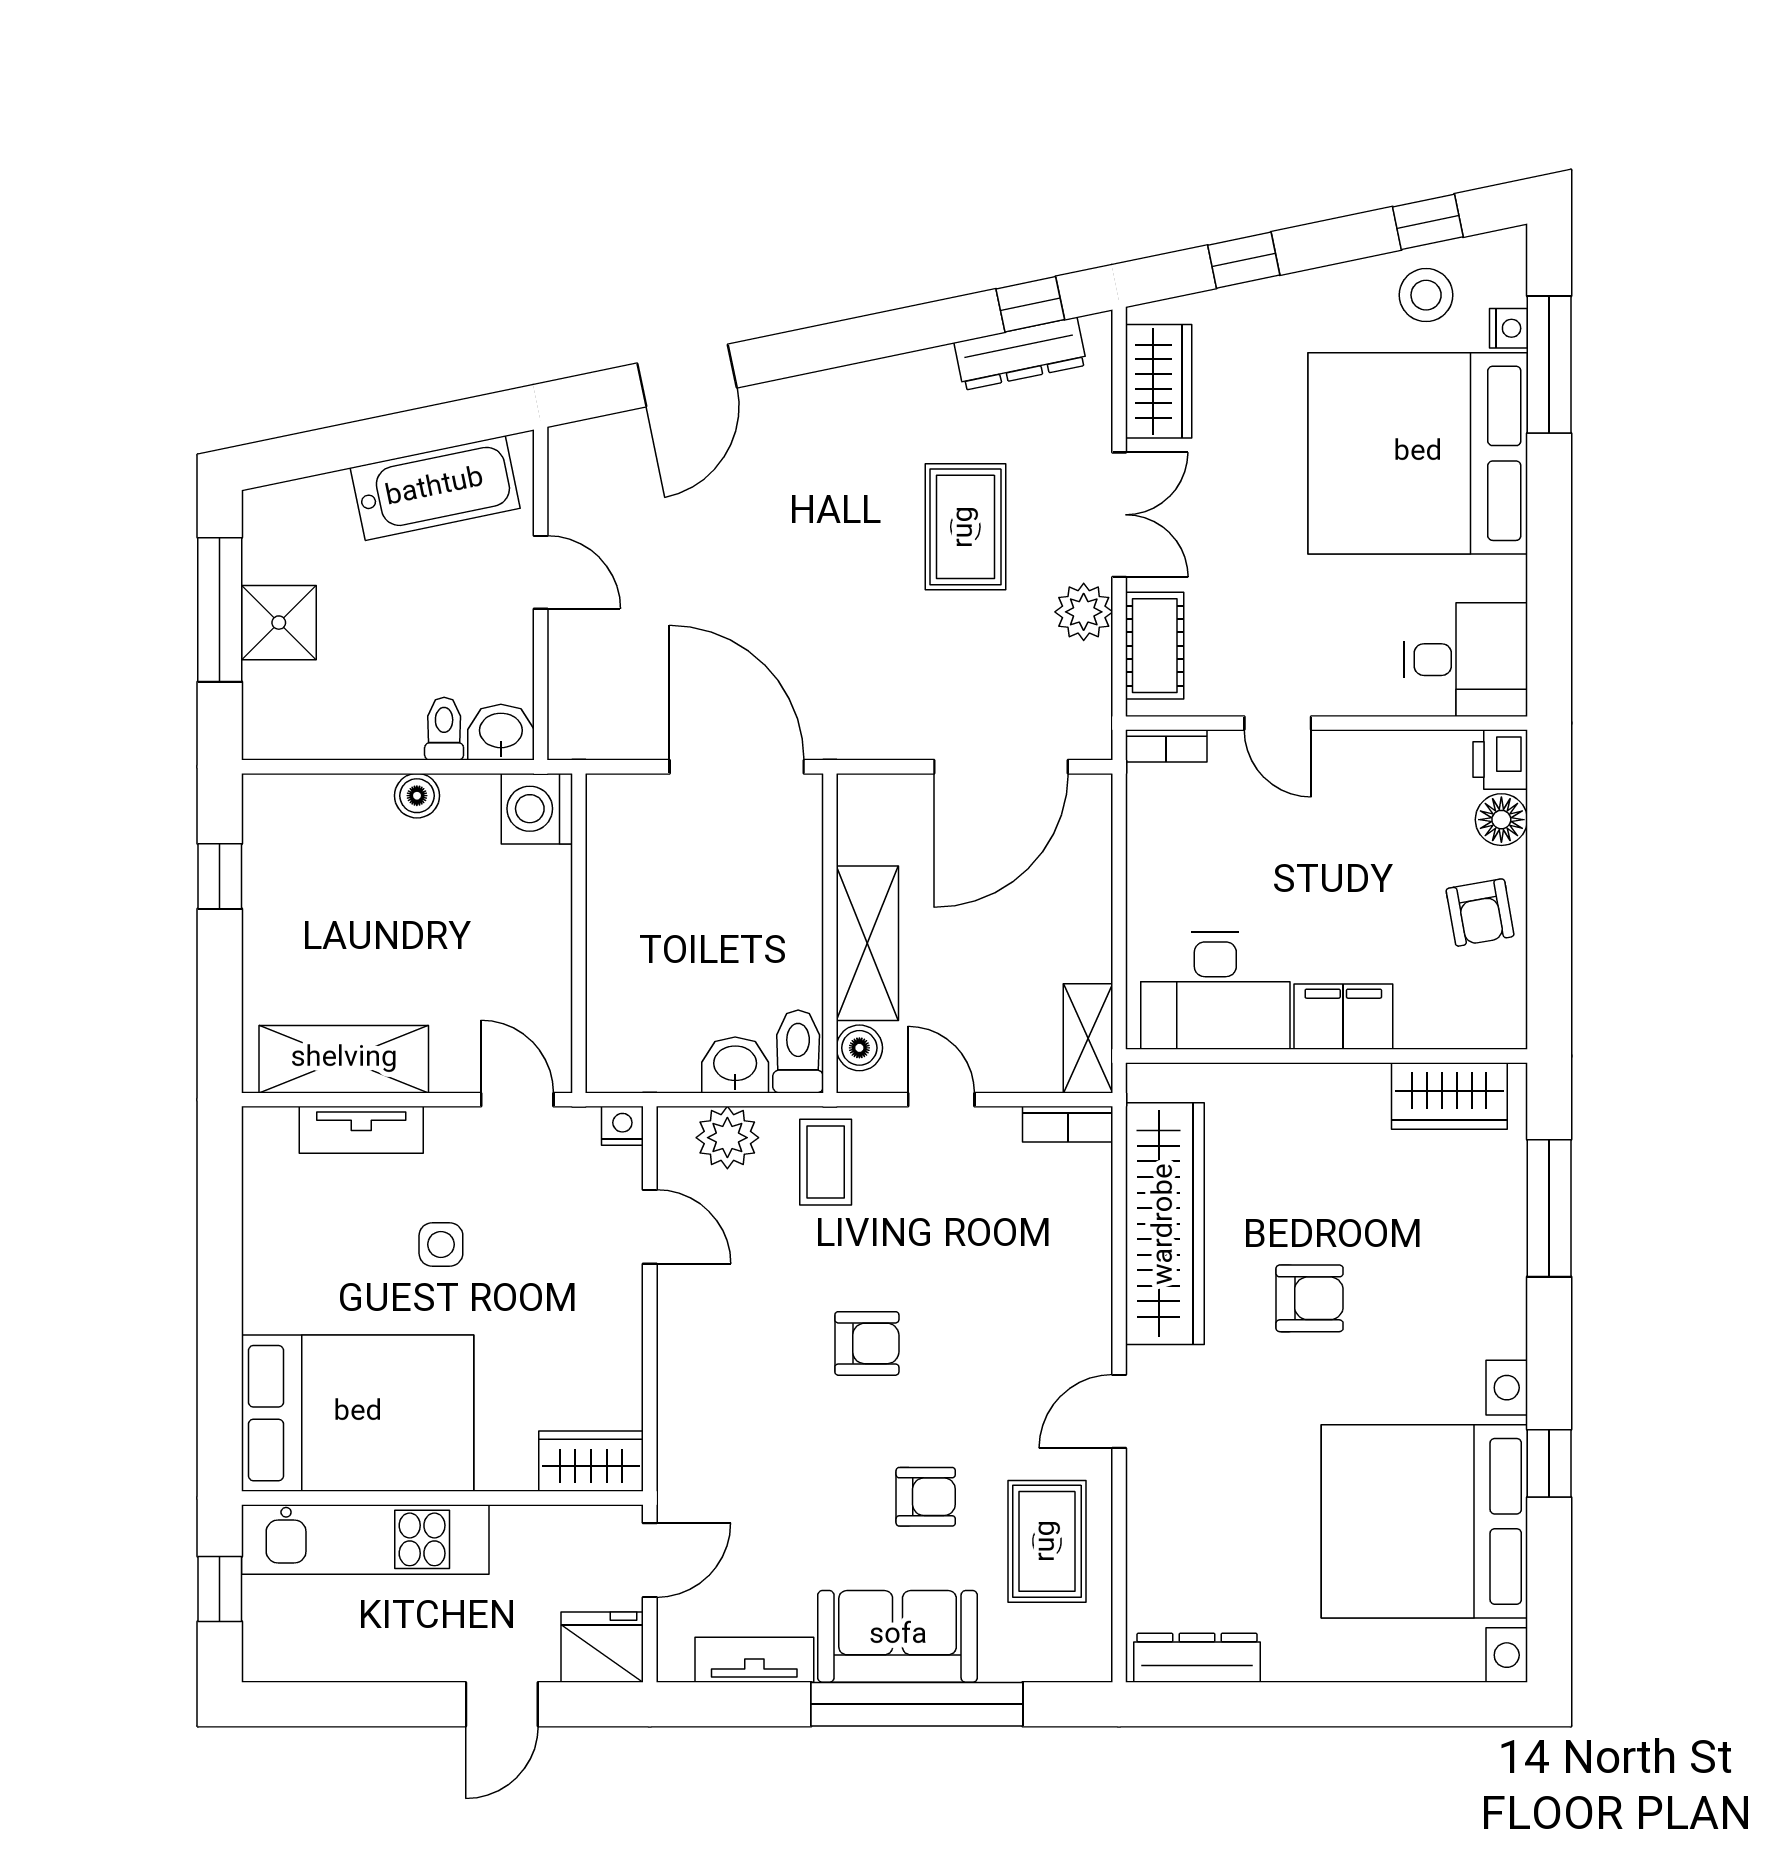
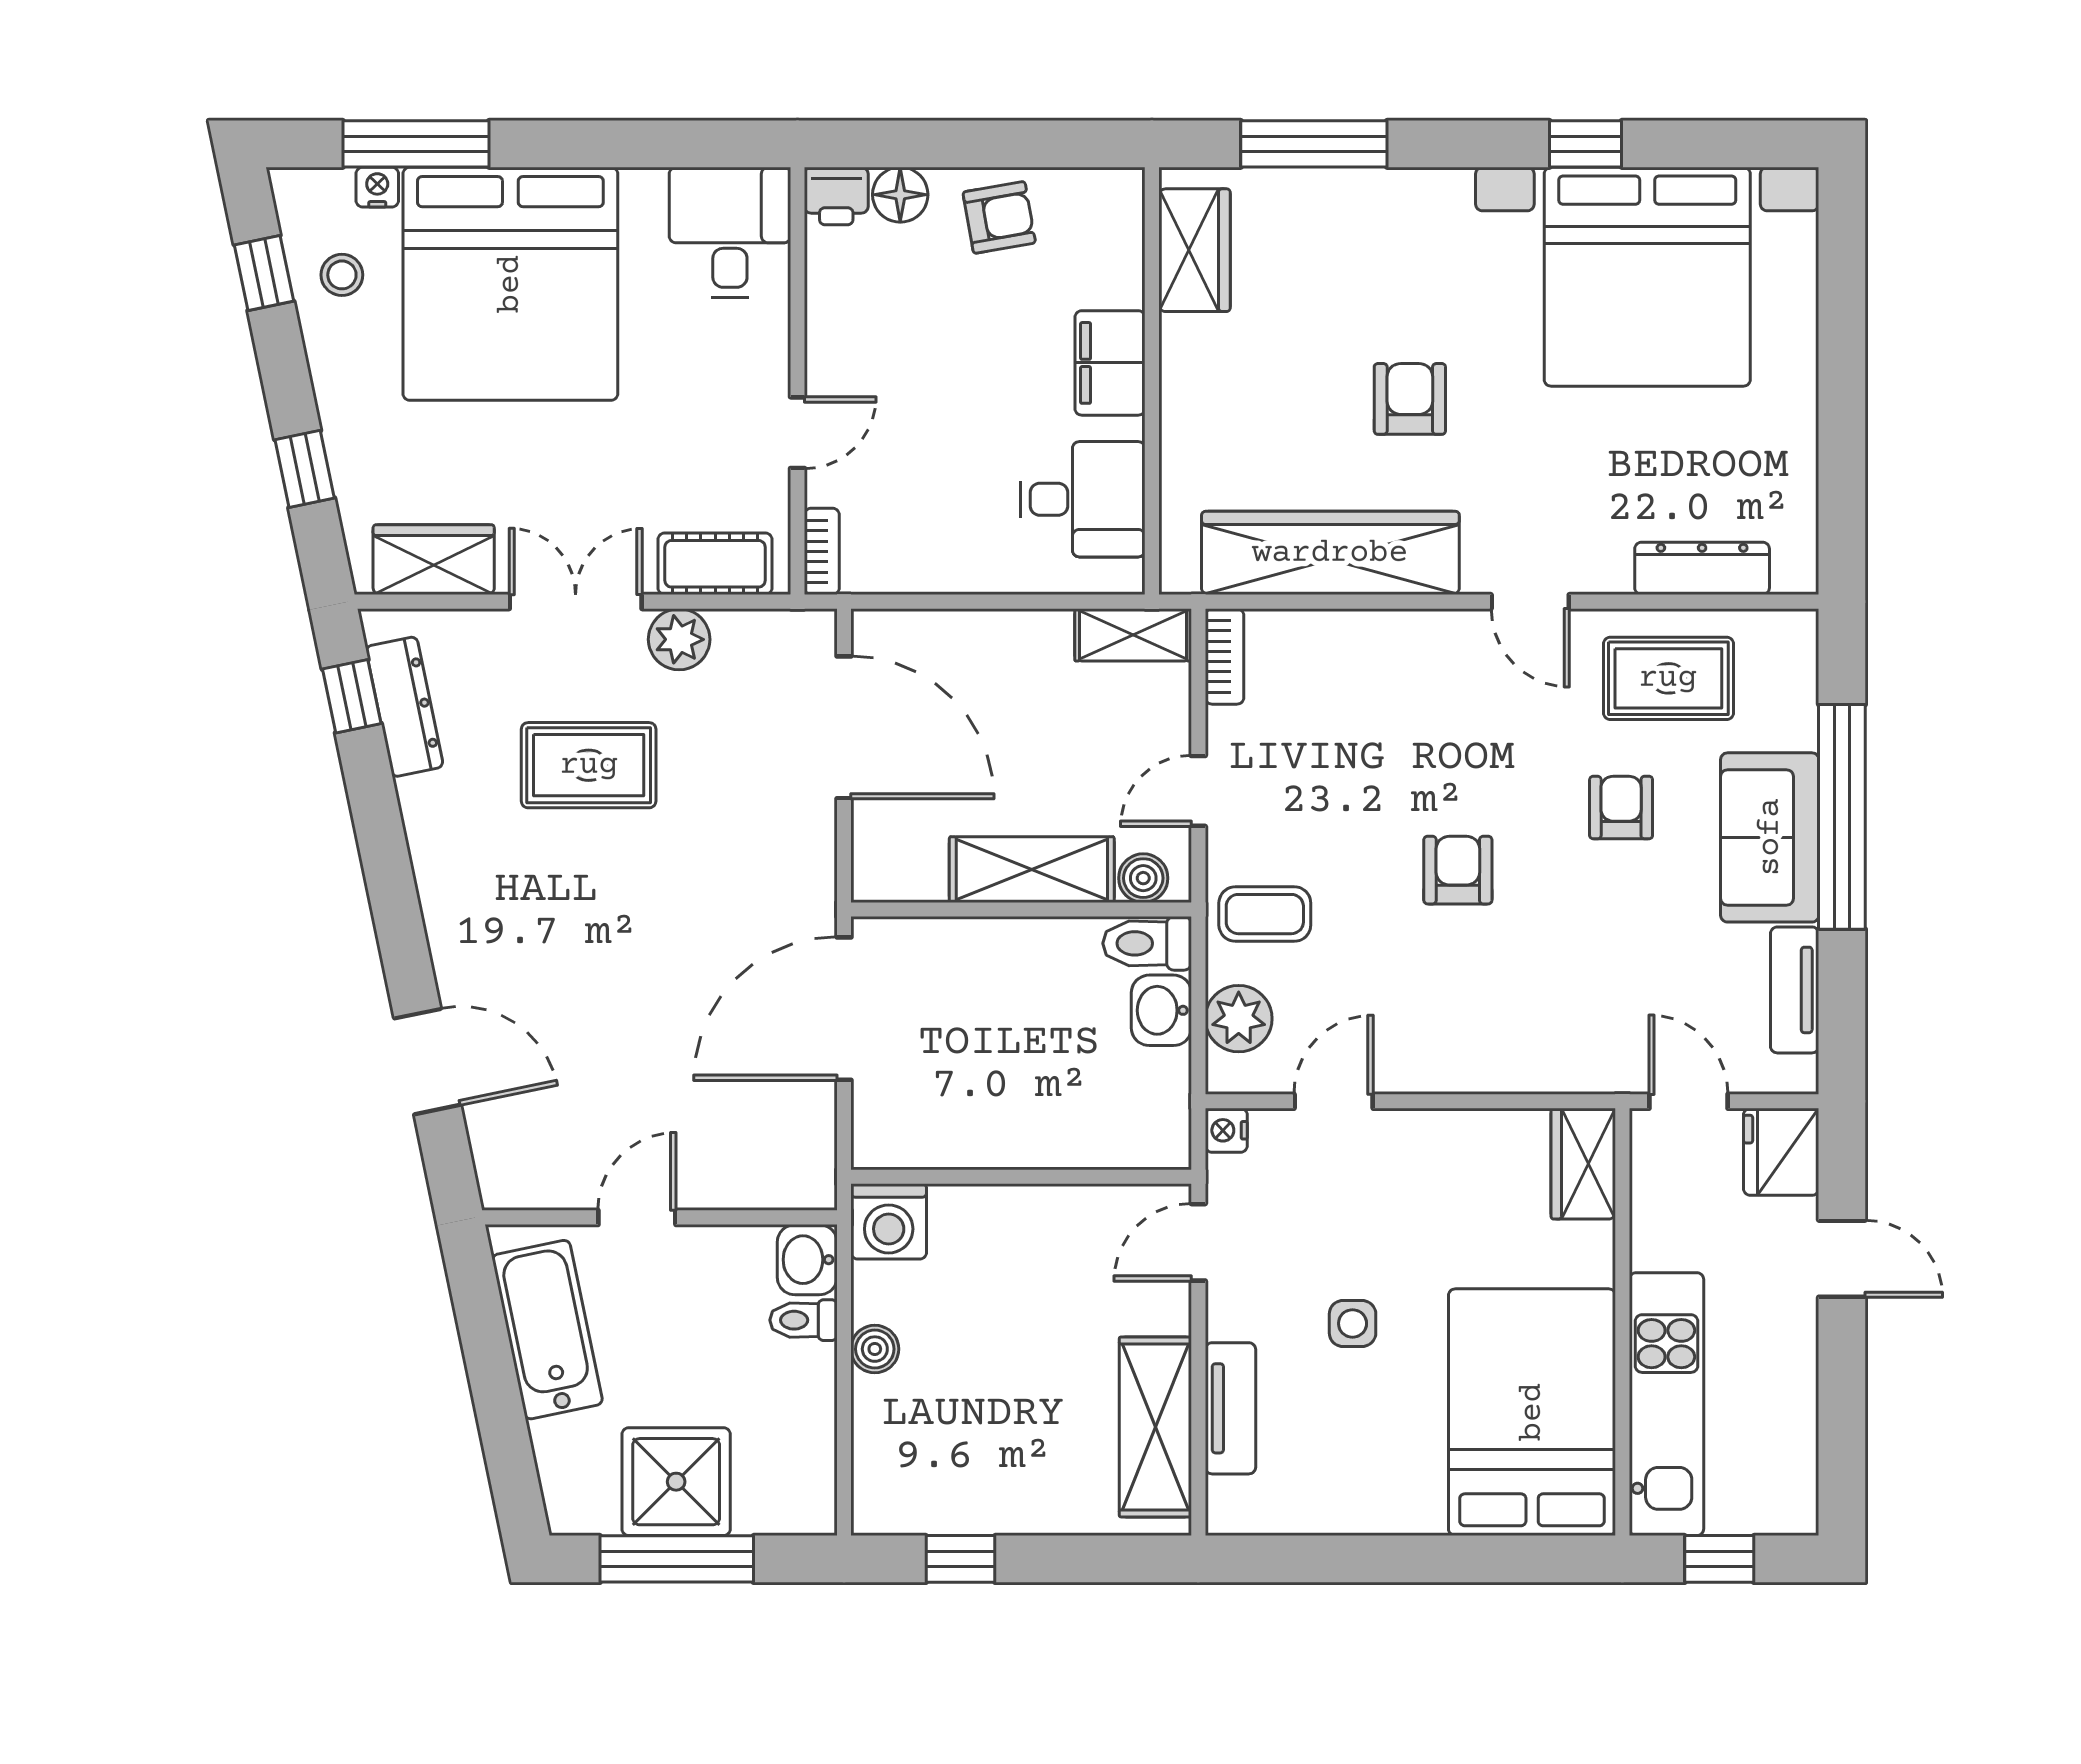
stool: (1426, 295) -> (342, 275), width x0.73, depth x0.73
shower: (279, 623) -> (676, 1482), width x1.36, depth x1.36
desk: (1215, 991) -> (1083, 499), width x0.73
dresser: (1197, 1658) -> (1702, 568), moved, turned 90

